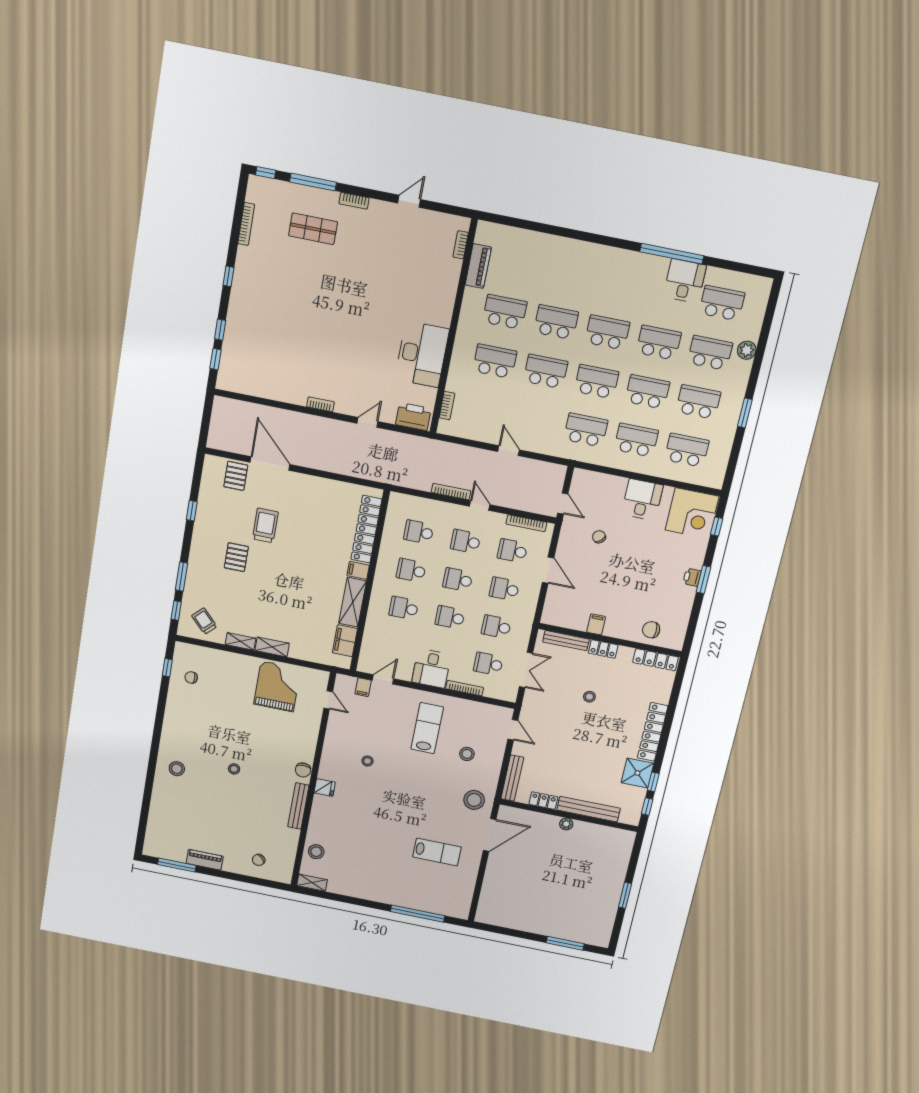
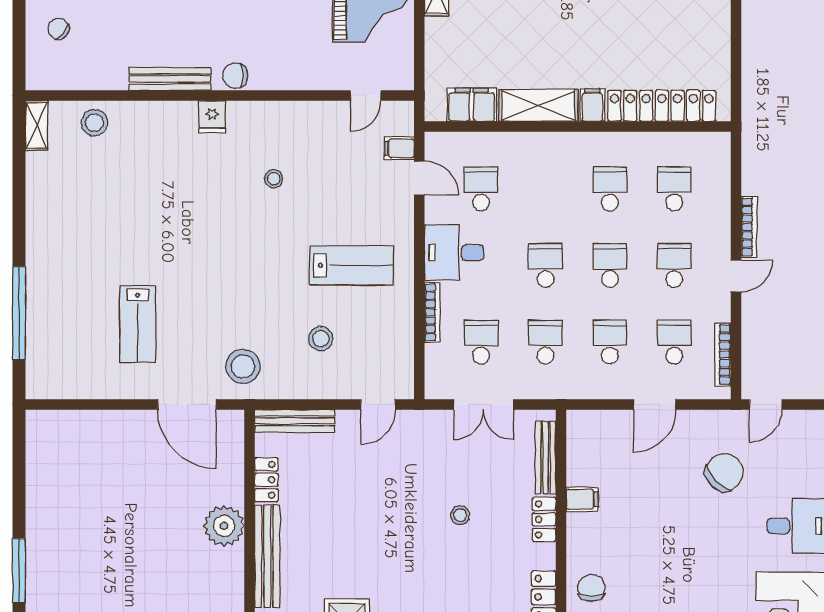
chair: (599, 537) -> (724, 472), width x1.87, depth x1.87
school desk: (404, 608) -> (481, 189), moved
plant: (566, 824) -> (224, 526), width x1.88, depth x1.88

